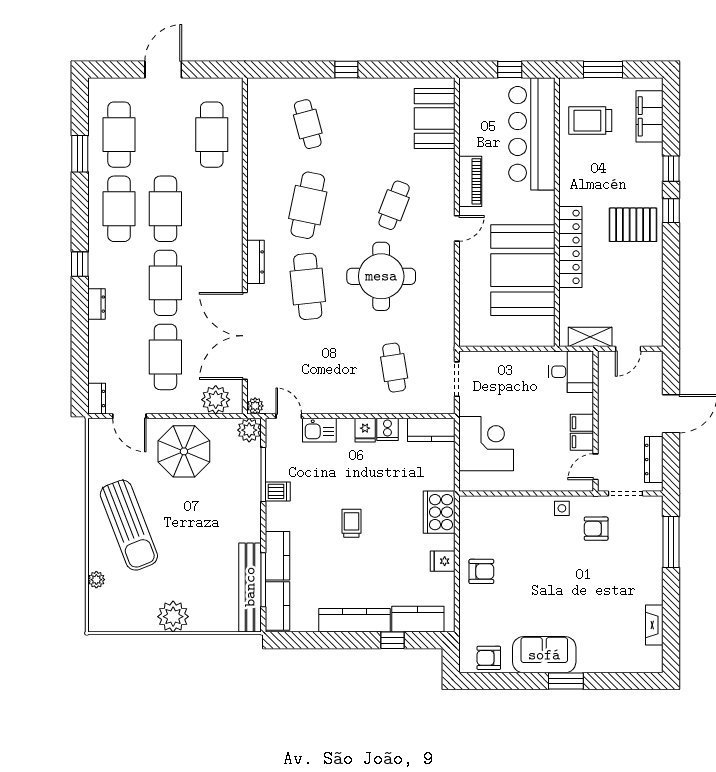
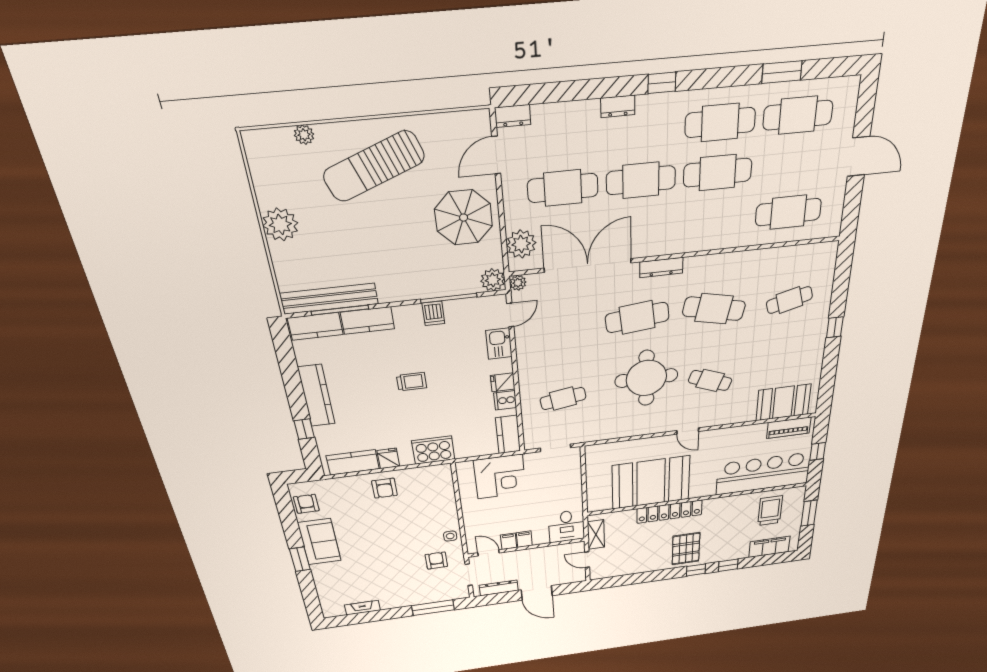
piano: (470, 181) -> (789, 428), moved
kitchen counter: (418, 619) -> (353, 462), moved, turned -90

